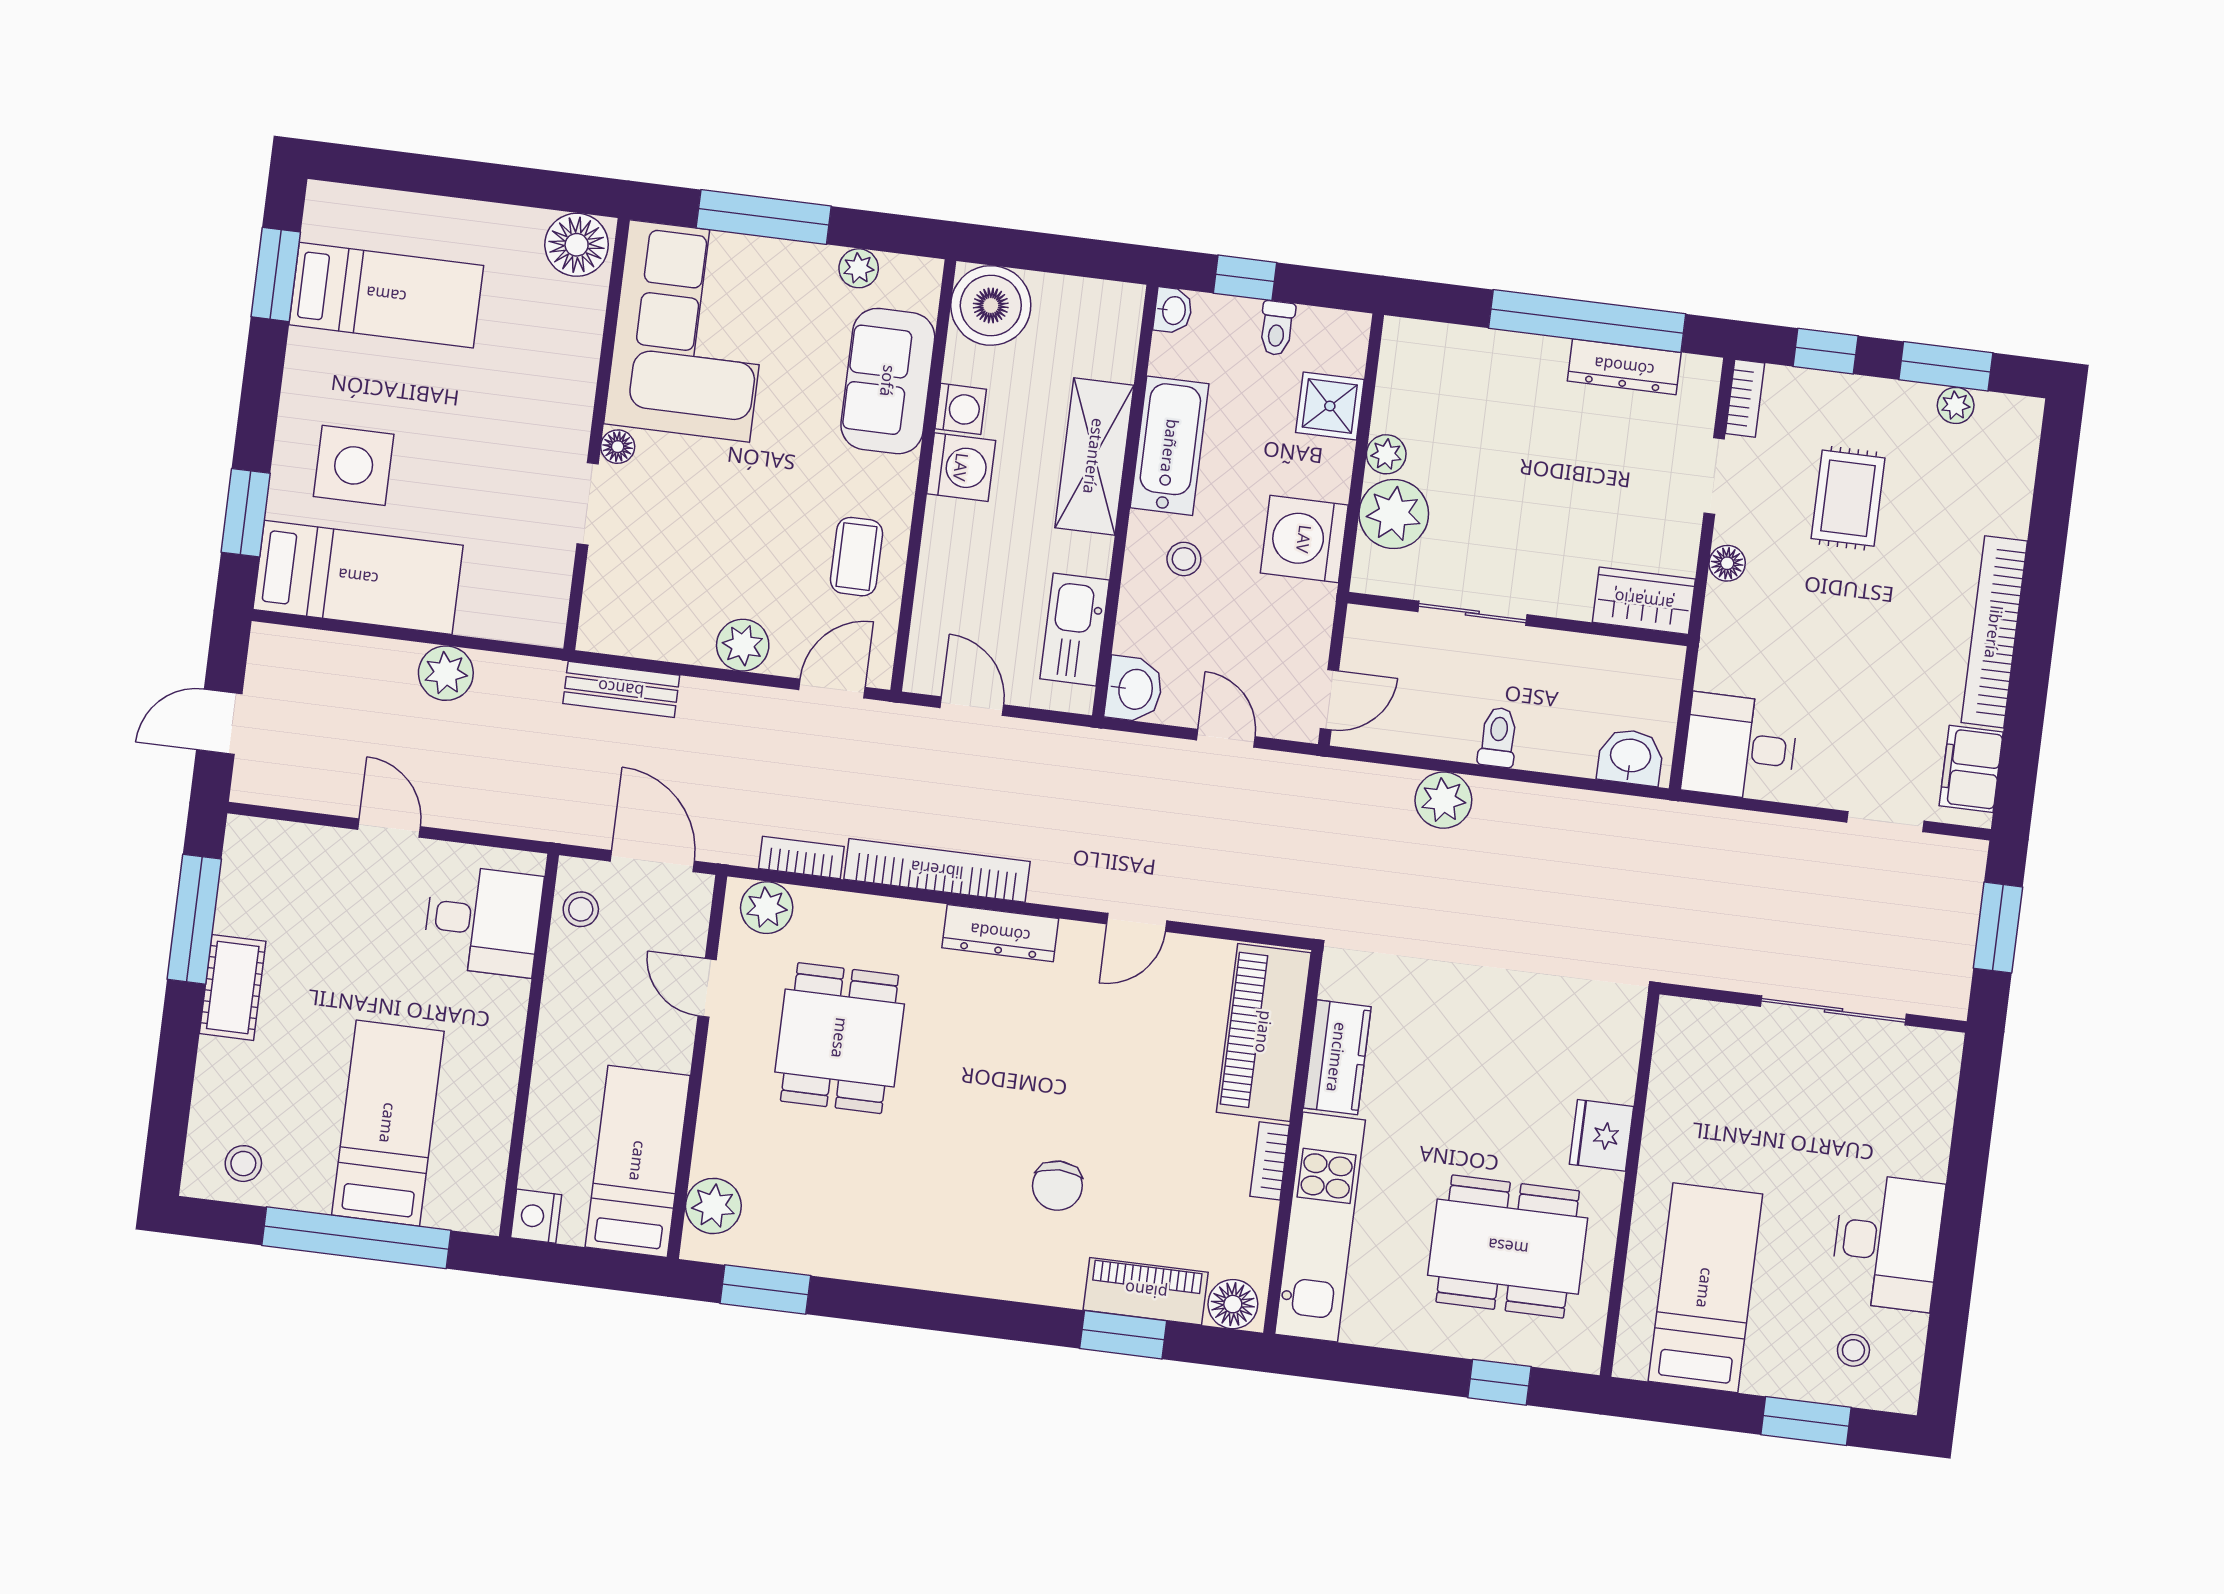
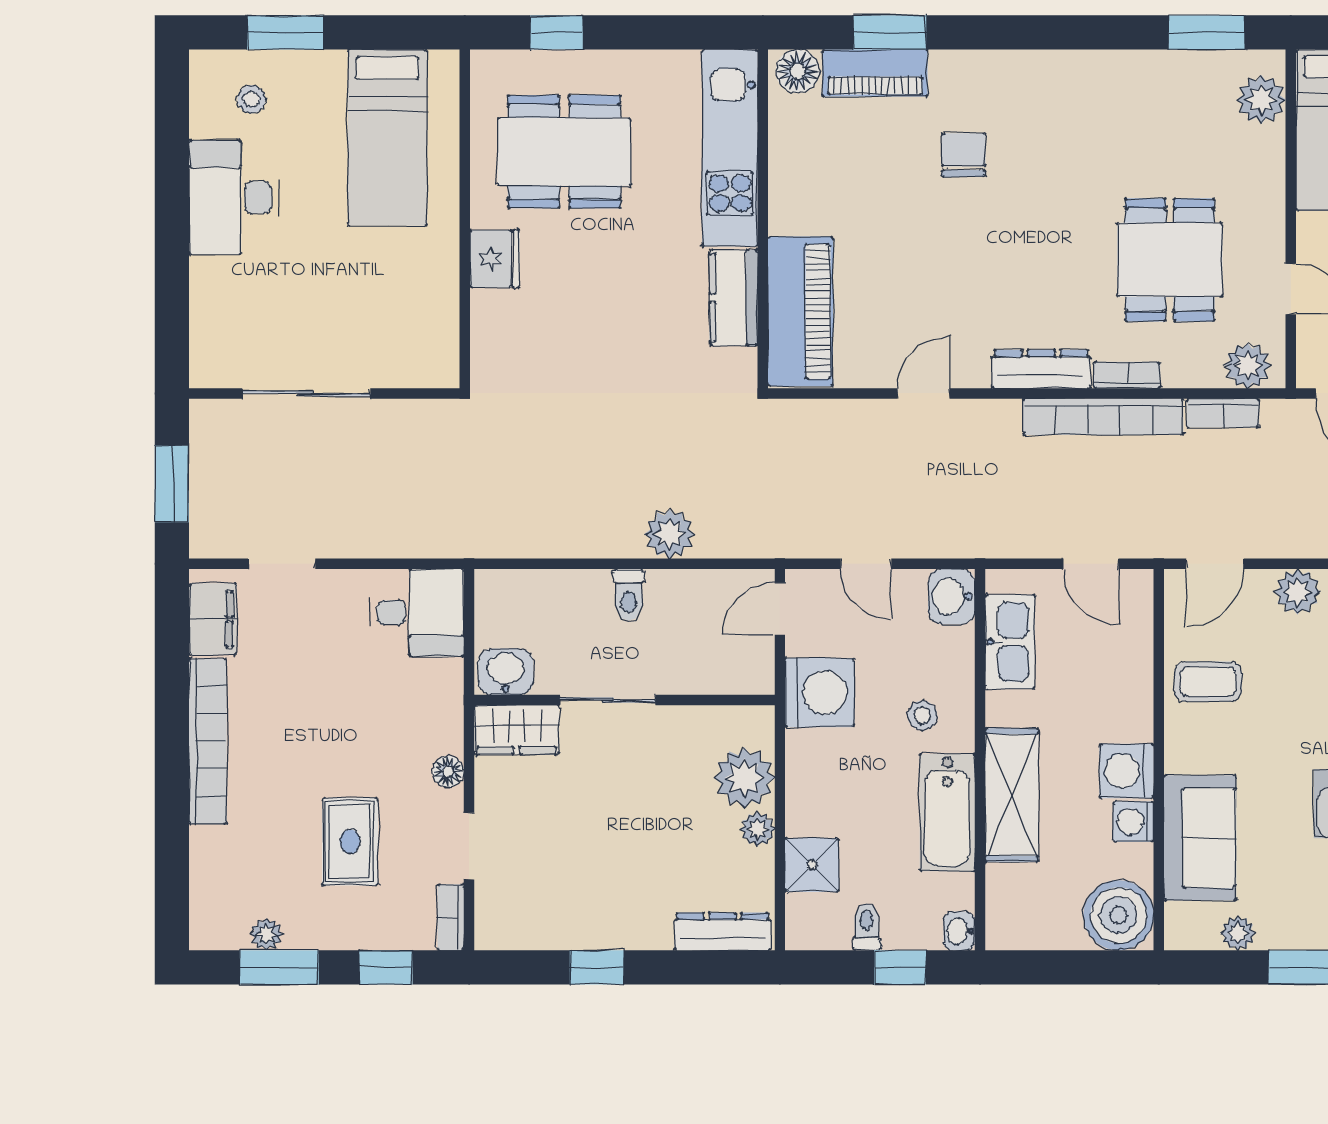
window: (1587, 321) -> (597, 967), width x0.32
dresser: (1624, 367) -> (722, 932), moved
washing machine: (1304, 539) -> (820, 693), moved
coffee table: (857, 557) -> (1208, 681), turned 90
sliding door: (1472, 613) -> (608, 700), moved
washbasin: (1630, 757) -> (506, 672), moved, turned 180
bookcase: (1270, 1161) -> (1127, 375), moved, turned -90

